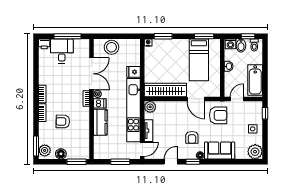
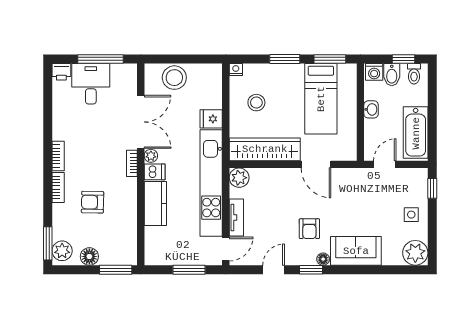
window: (163, 36) -> (285, 59), moved
stool: (160, 62) -> (256, 103), added
armchair: (218, 115) -> (353, 192), removed

